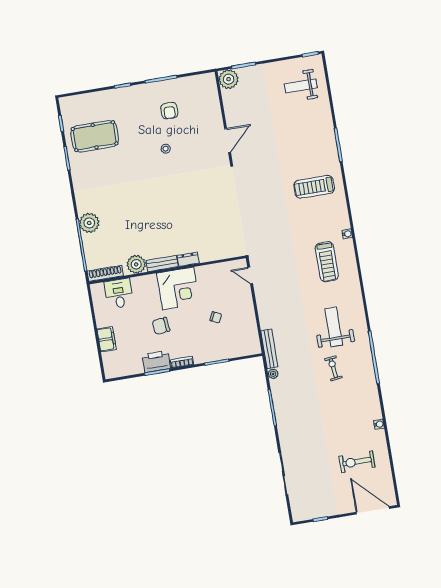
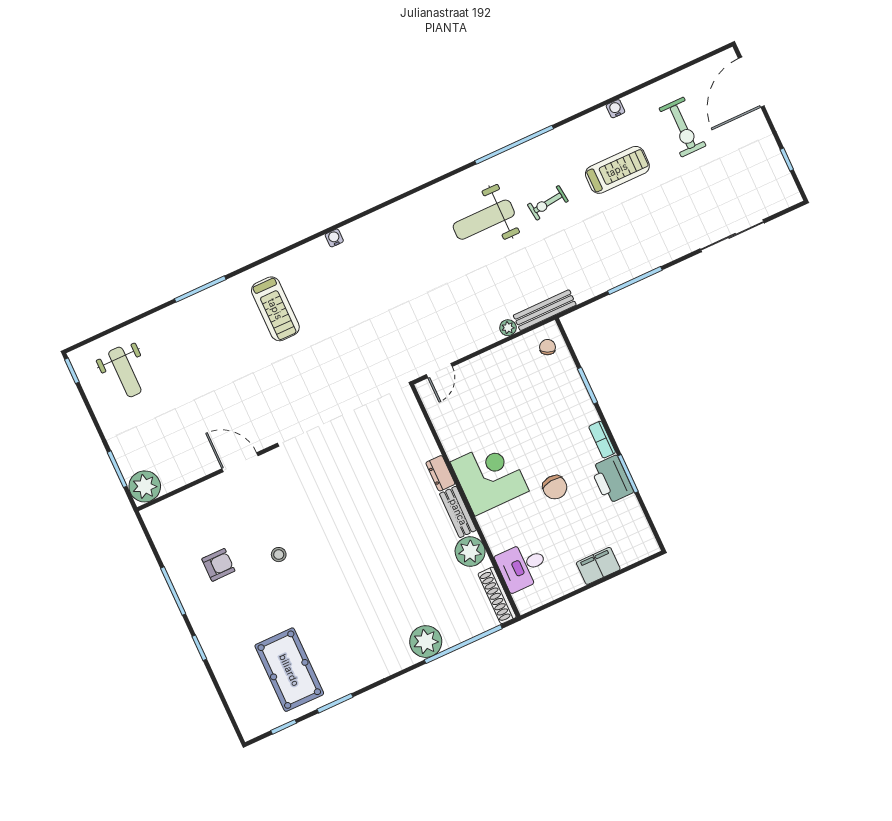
treadmill: (327, 262) -> (617, 170), moved
chair: (216, 317) -> (548, 347), moved
plant: (273, 374) -> (508, 328), moved

